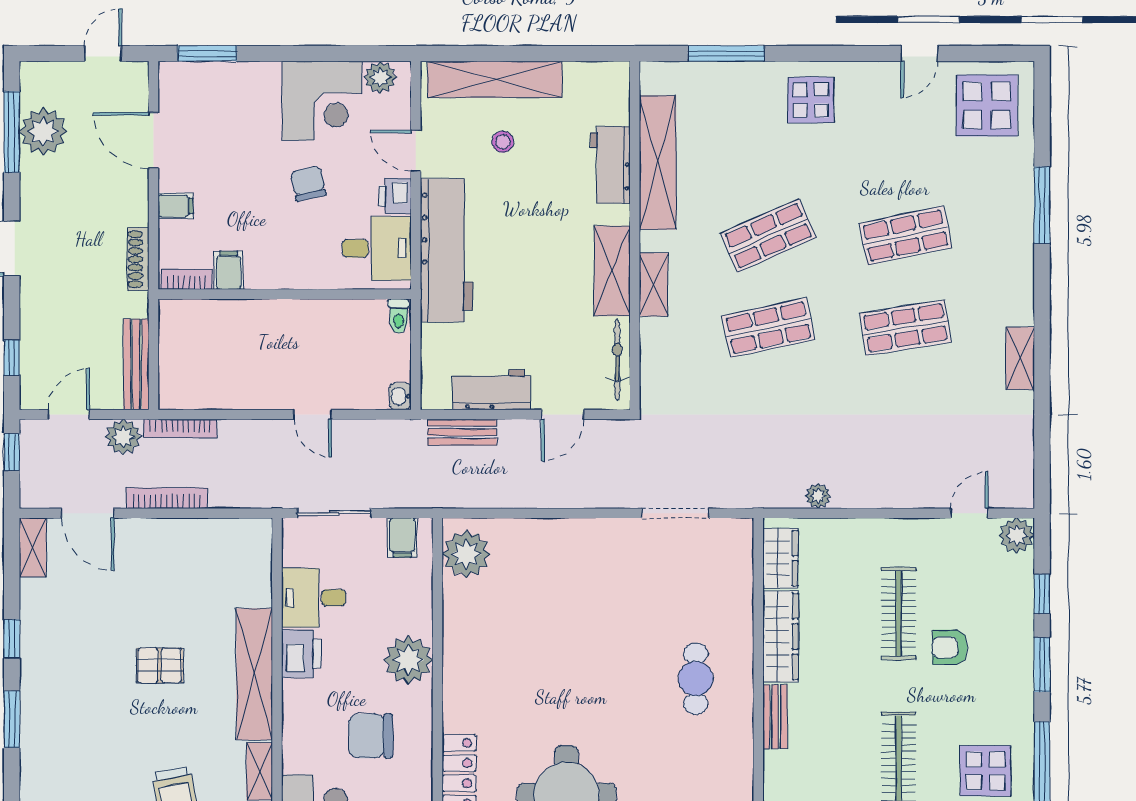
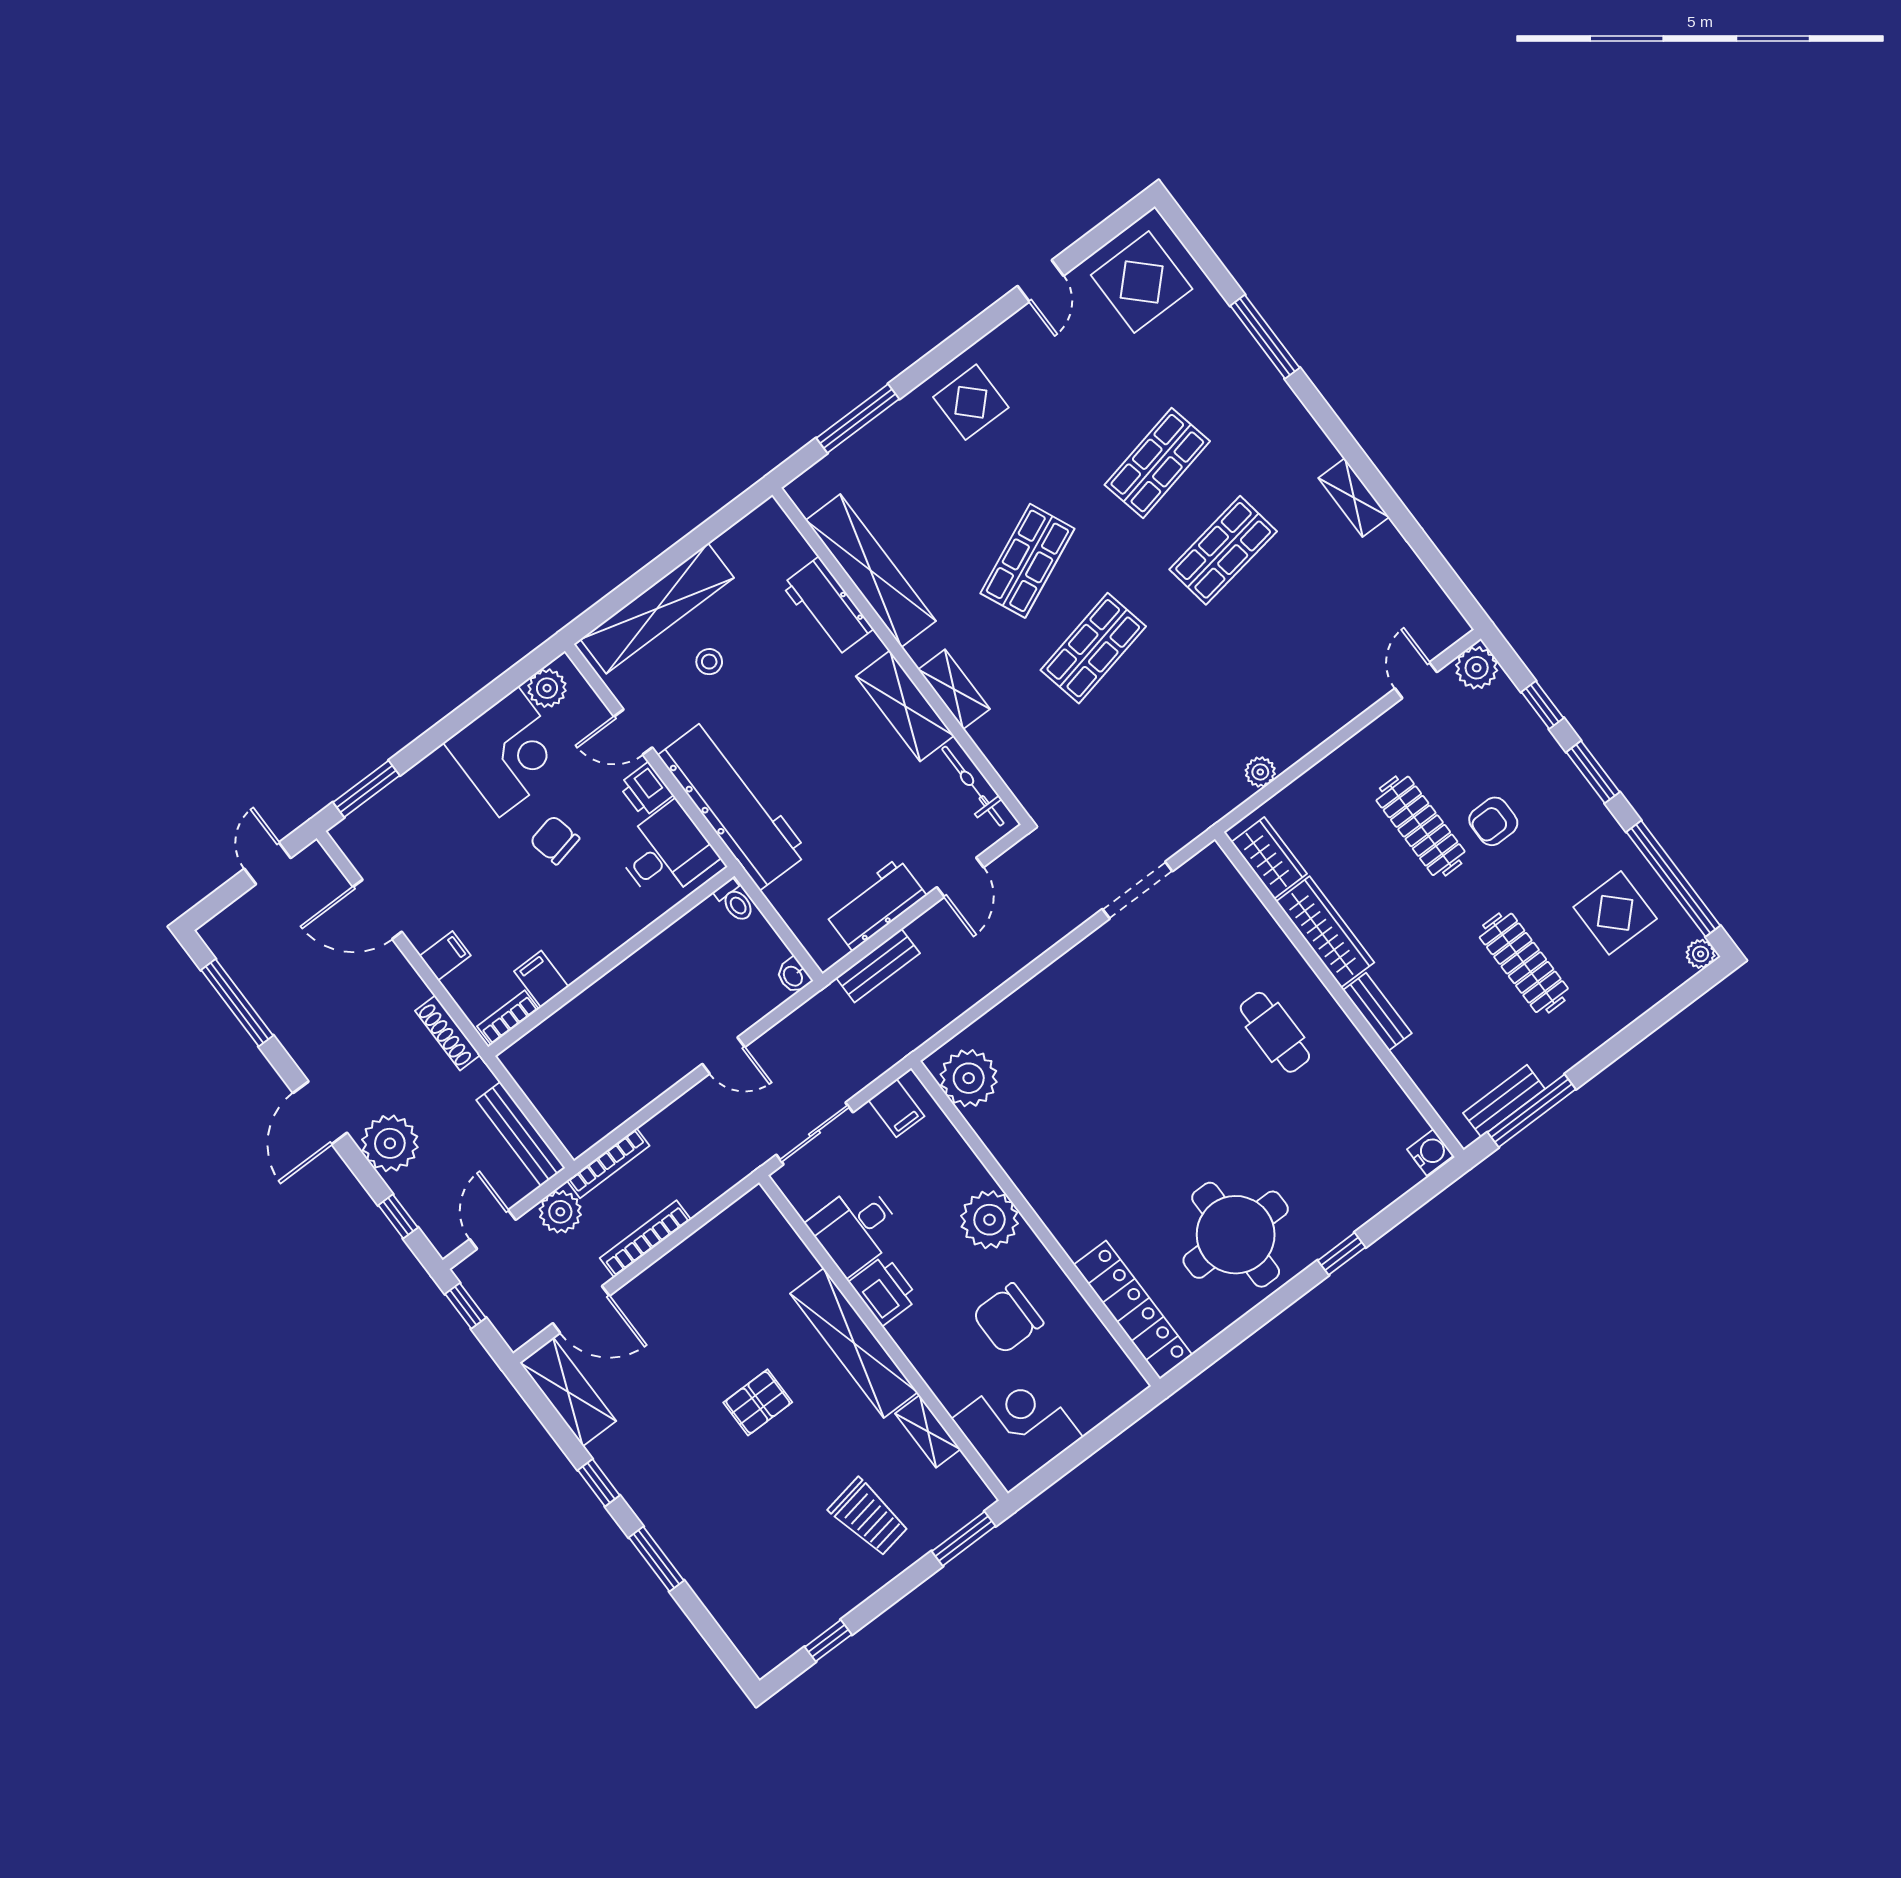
plant: (43, 132) -> (390, 1143), moved
shelving: (33, 547) -> (568, 1392), width x1.50, depth x1.33

